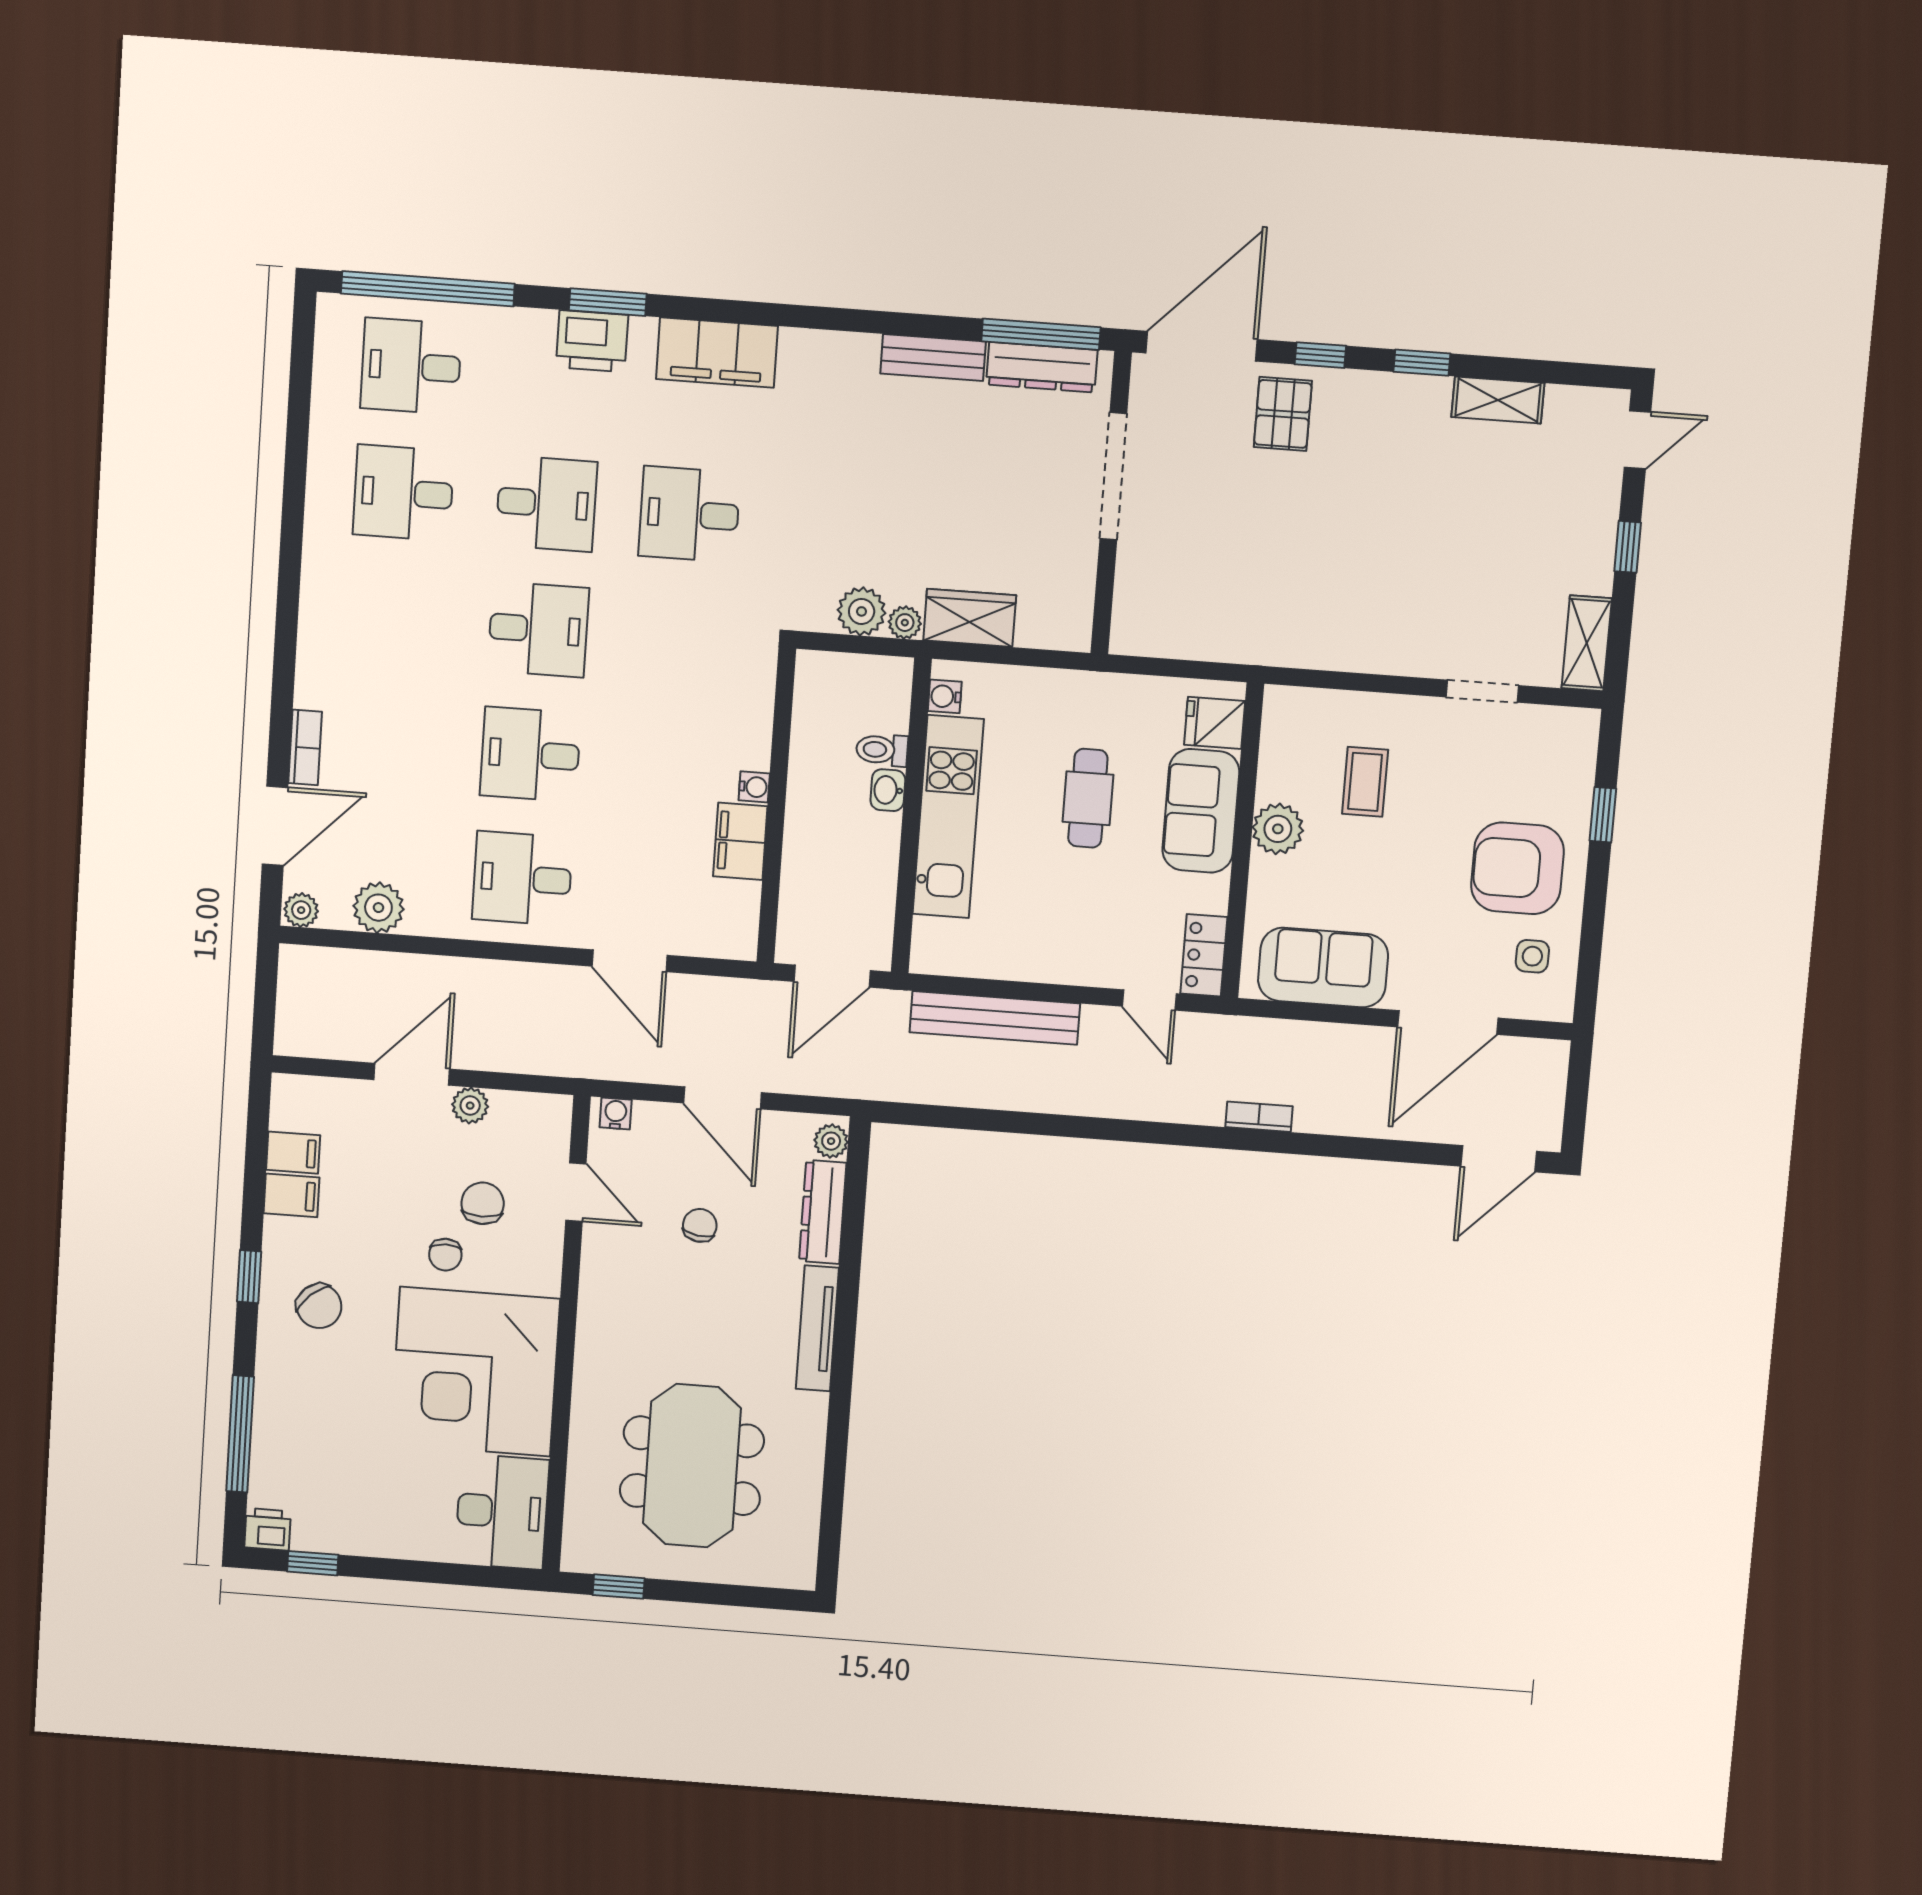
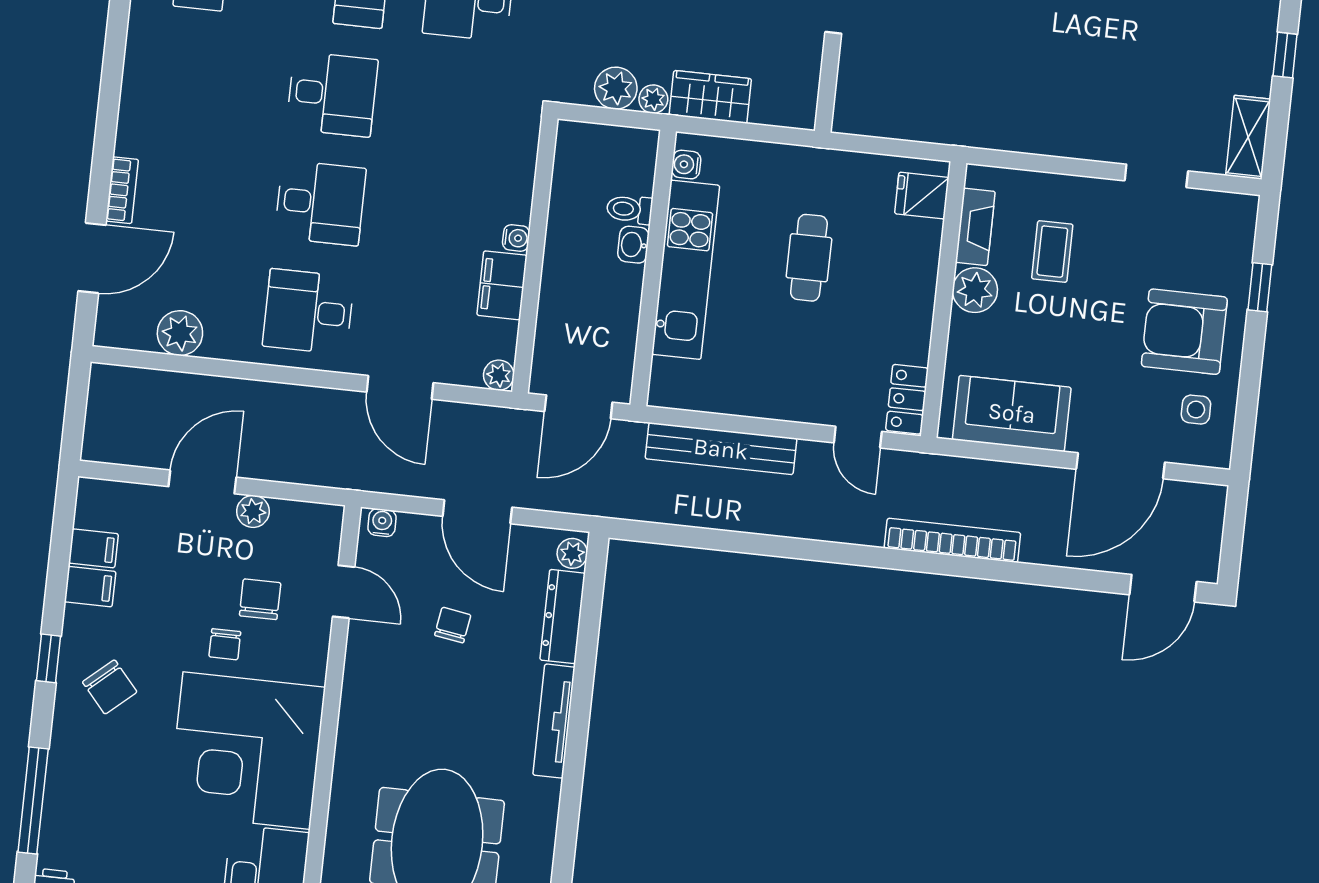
desk: (530, 754) -> (320, 203), turned 180
fireplace: (1277, 757) -> (975, 227), added
sofa: (1201, 811) -> (908, 272), removed
plant: (301, 910) -> (499, 375), moved
bookcase: (1259, 1117) -> (952, 540), width x2.31, depth x1.31

